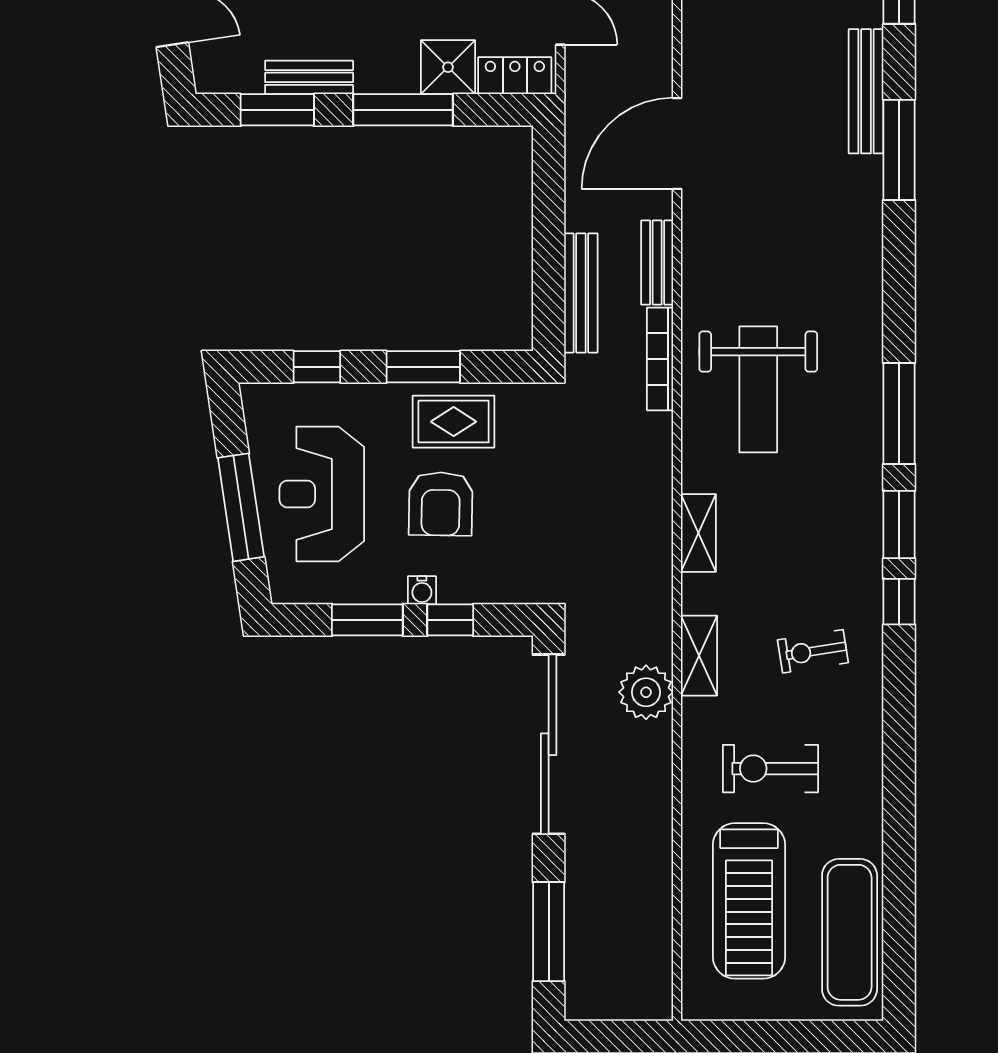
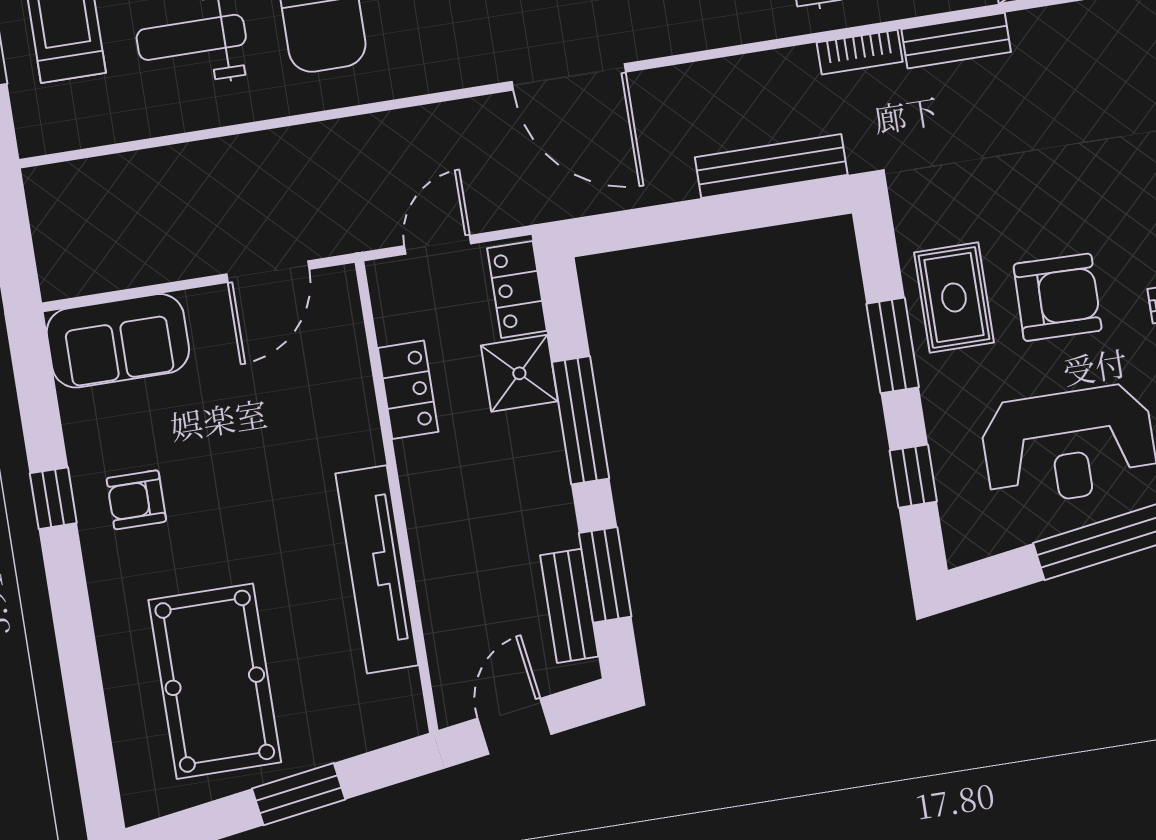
bench: (309, 77) -> (569, 606), moved
bench: (657, 263) -> (956, 41), moved
bookcase: (660, 359) -> (860, 52), width x0.64

